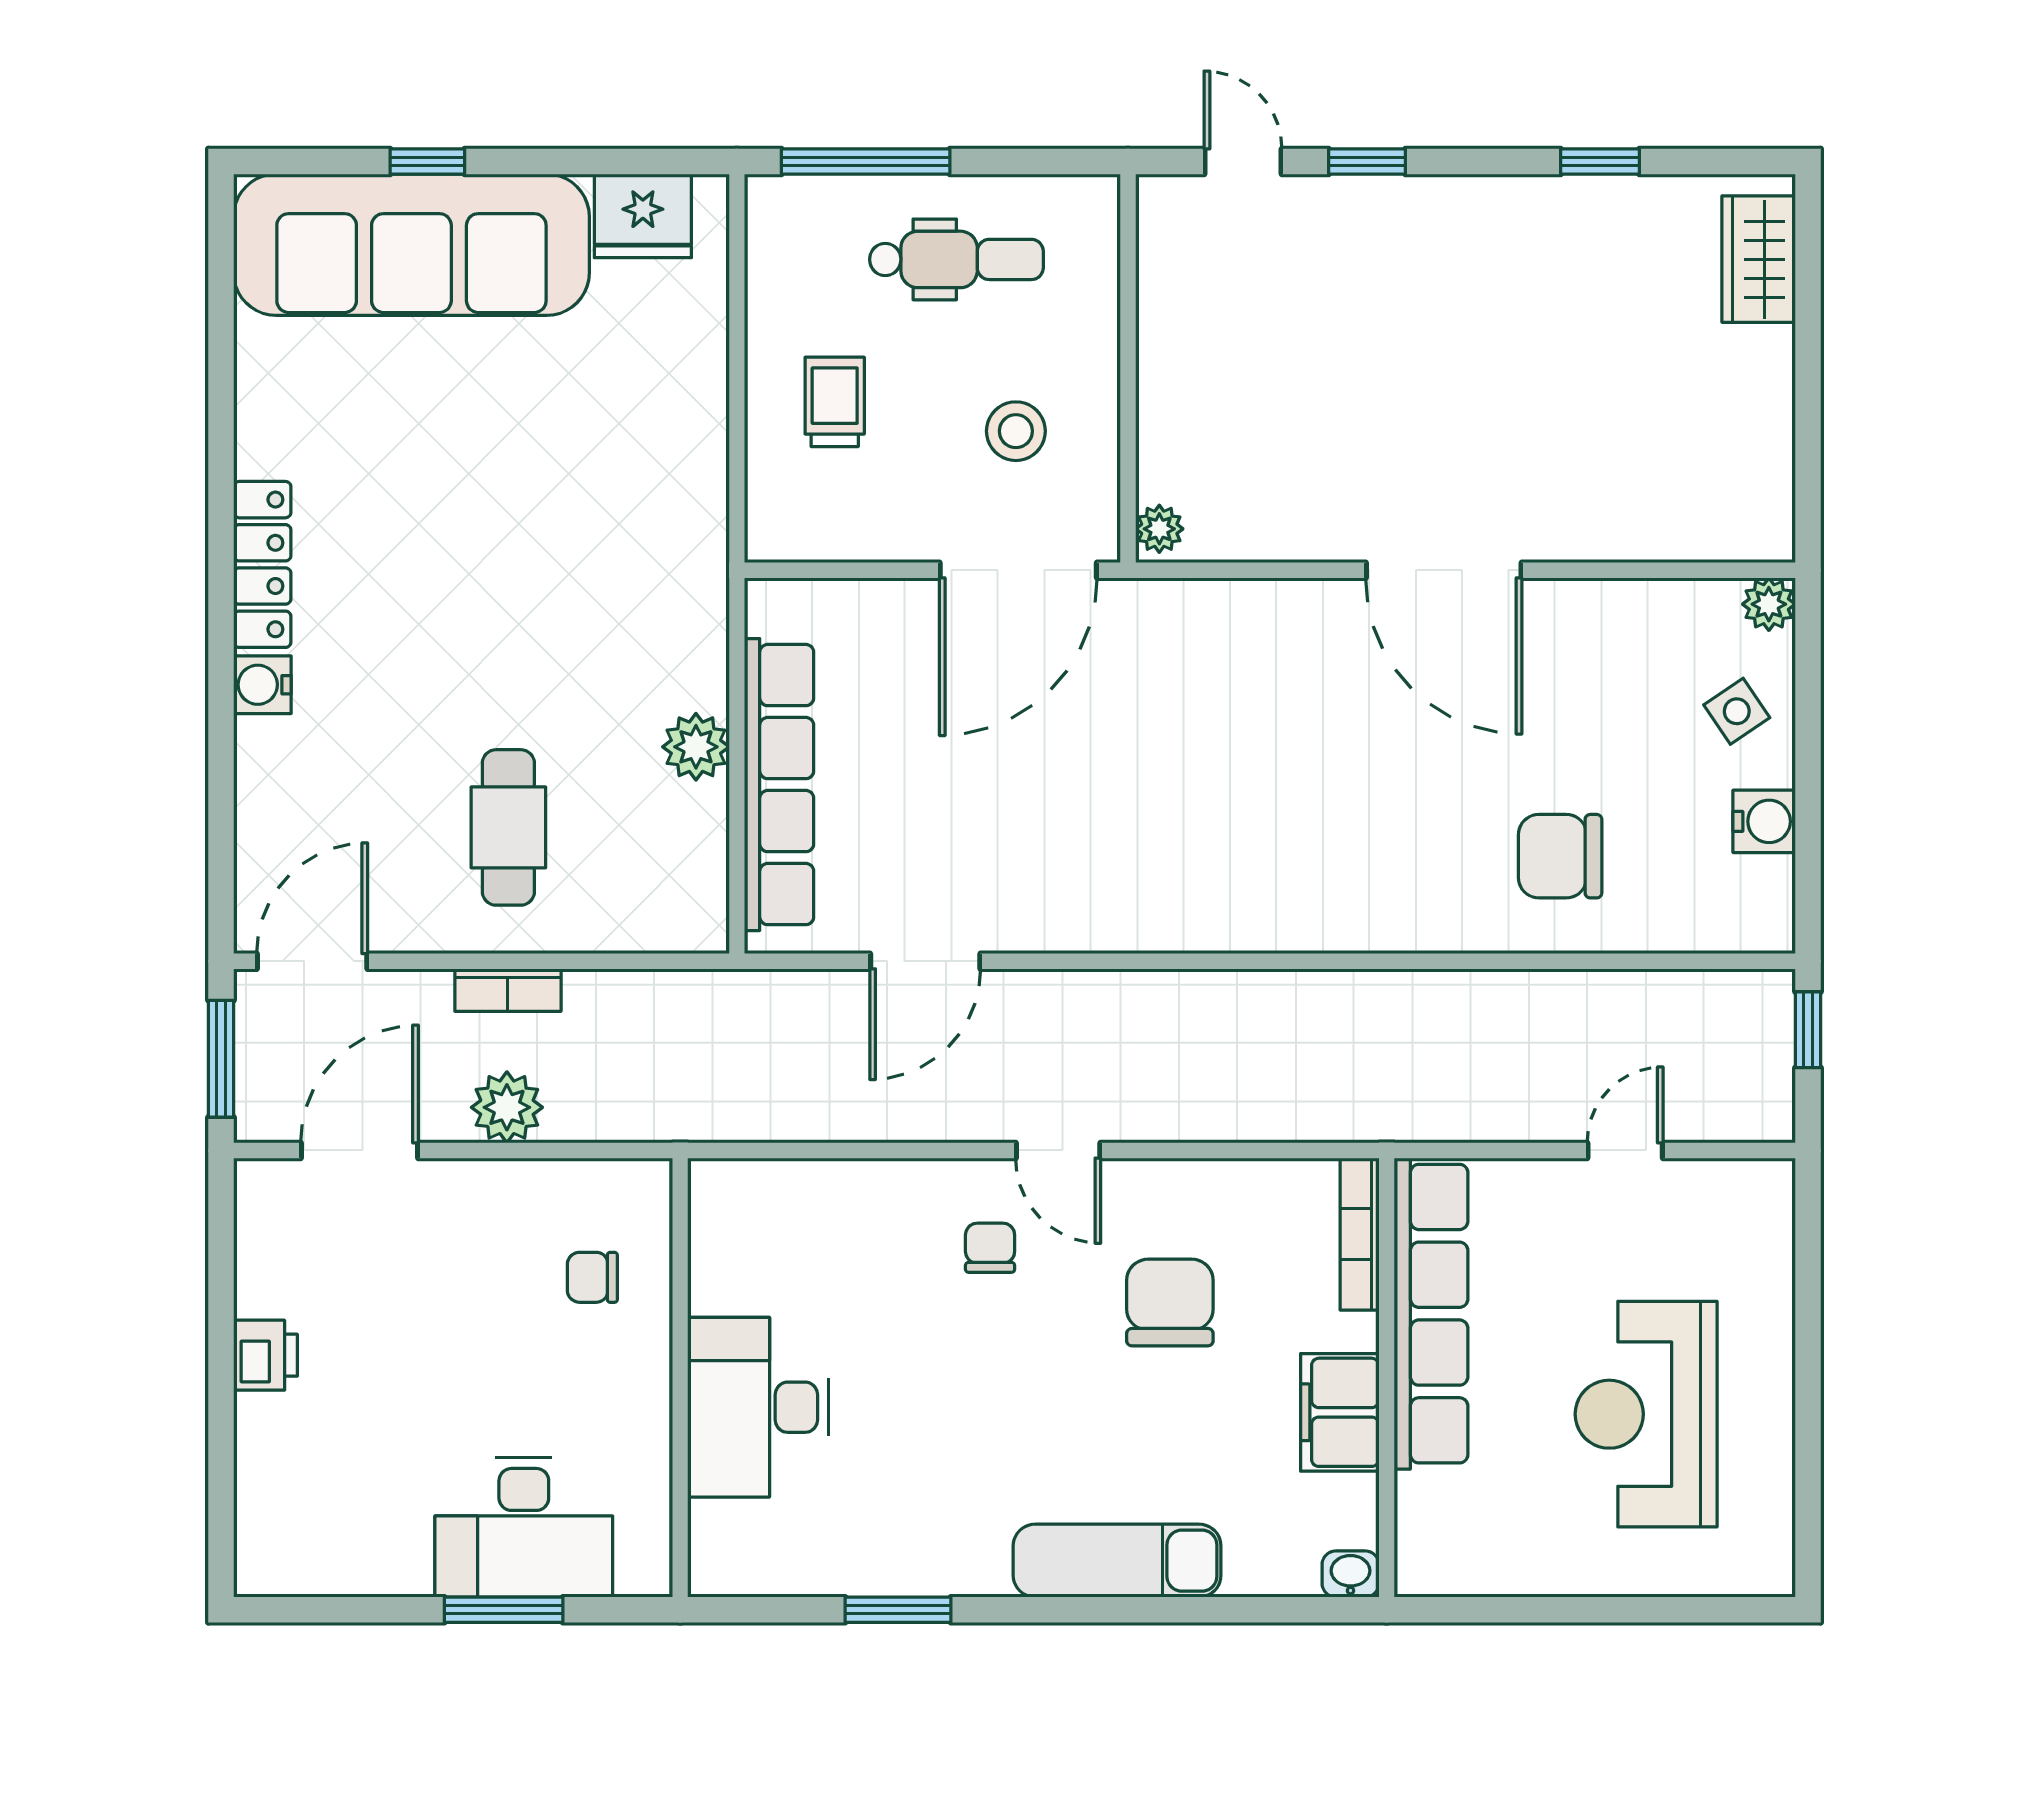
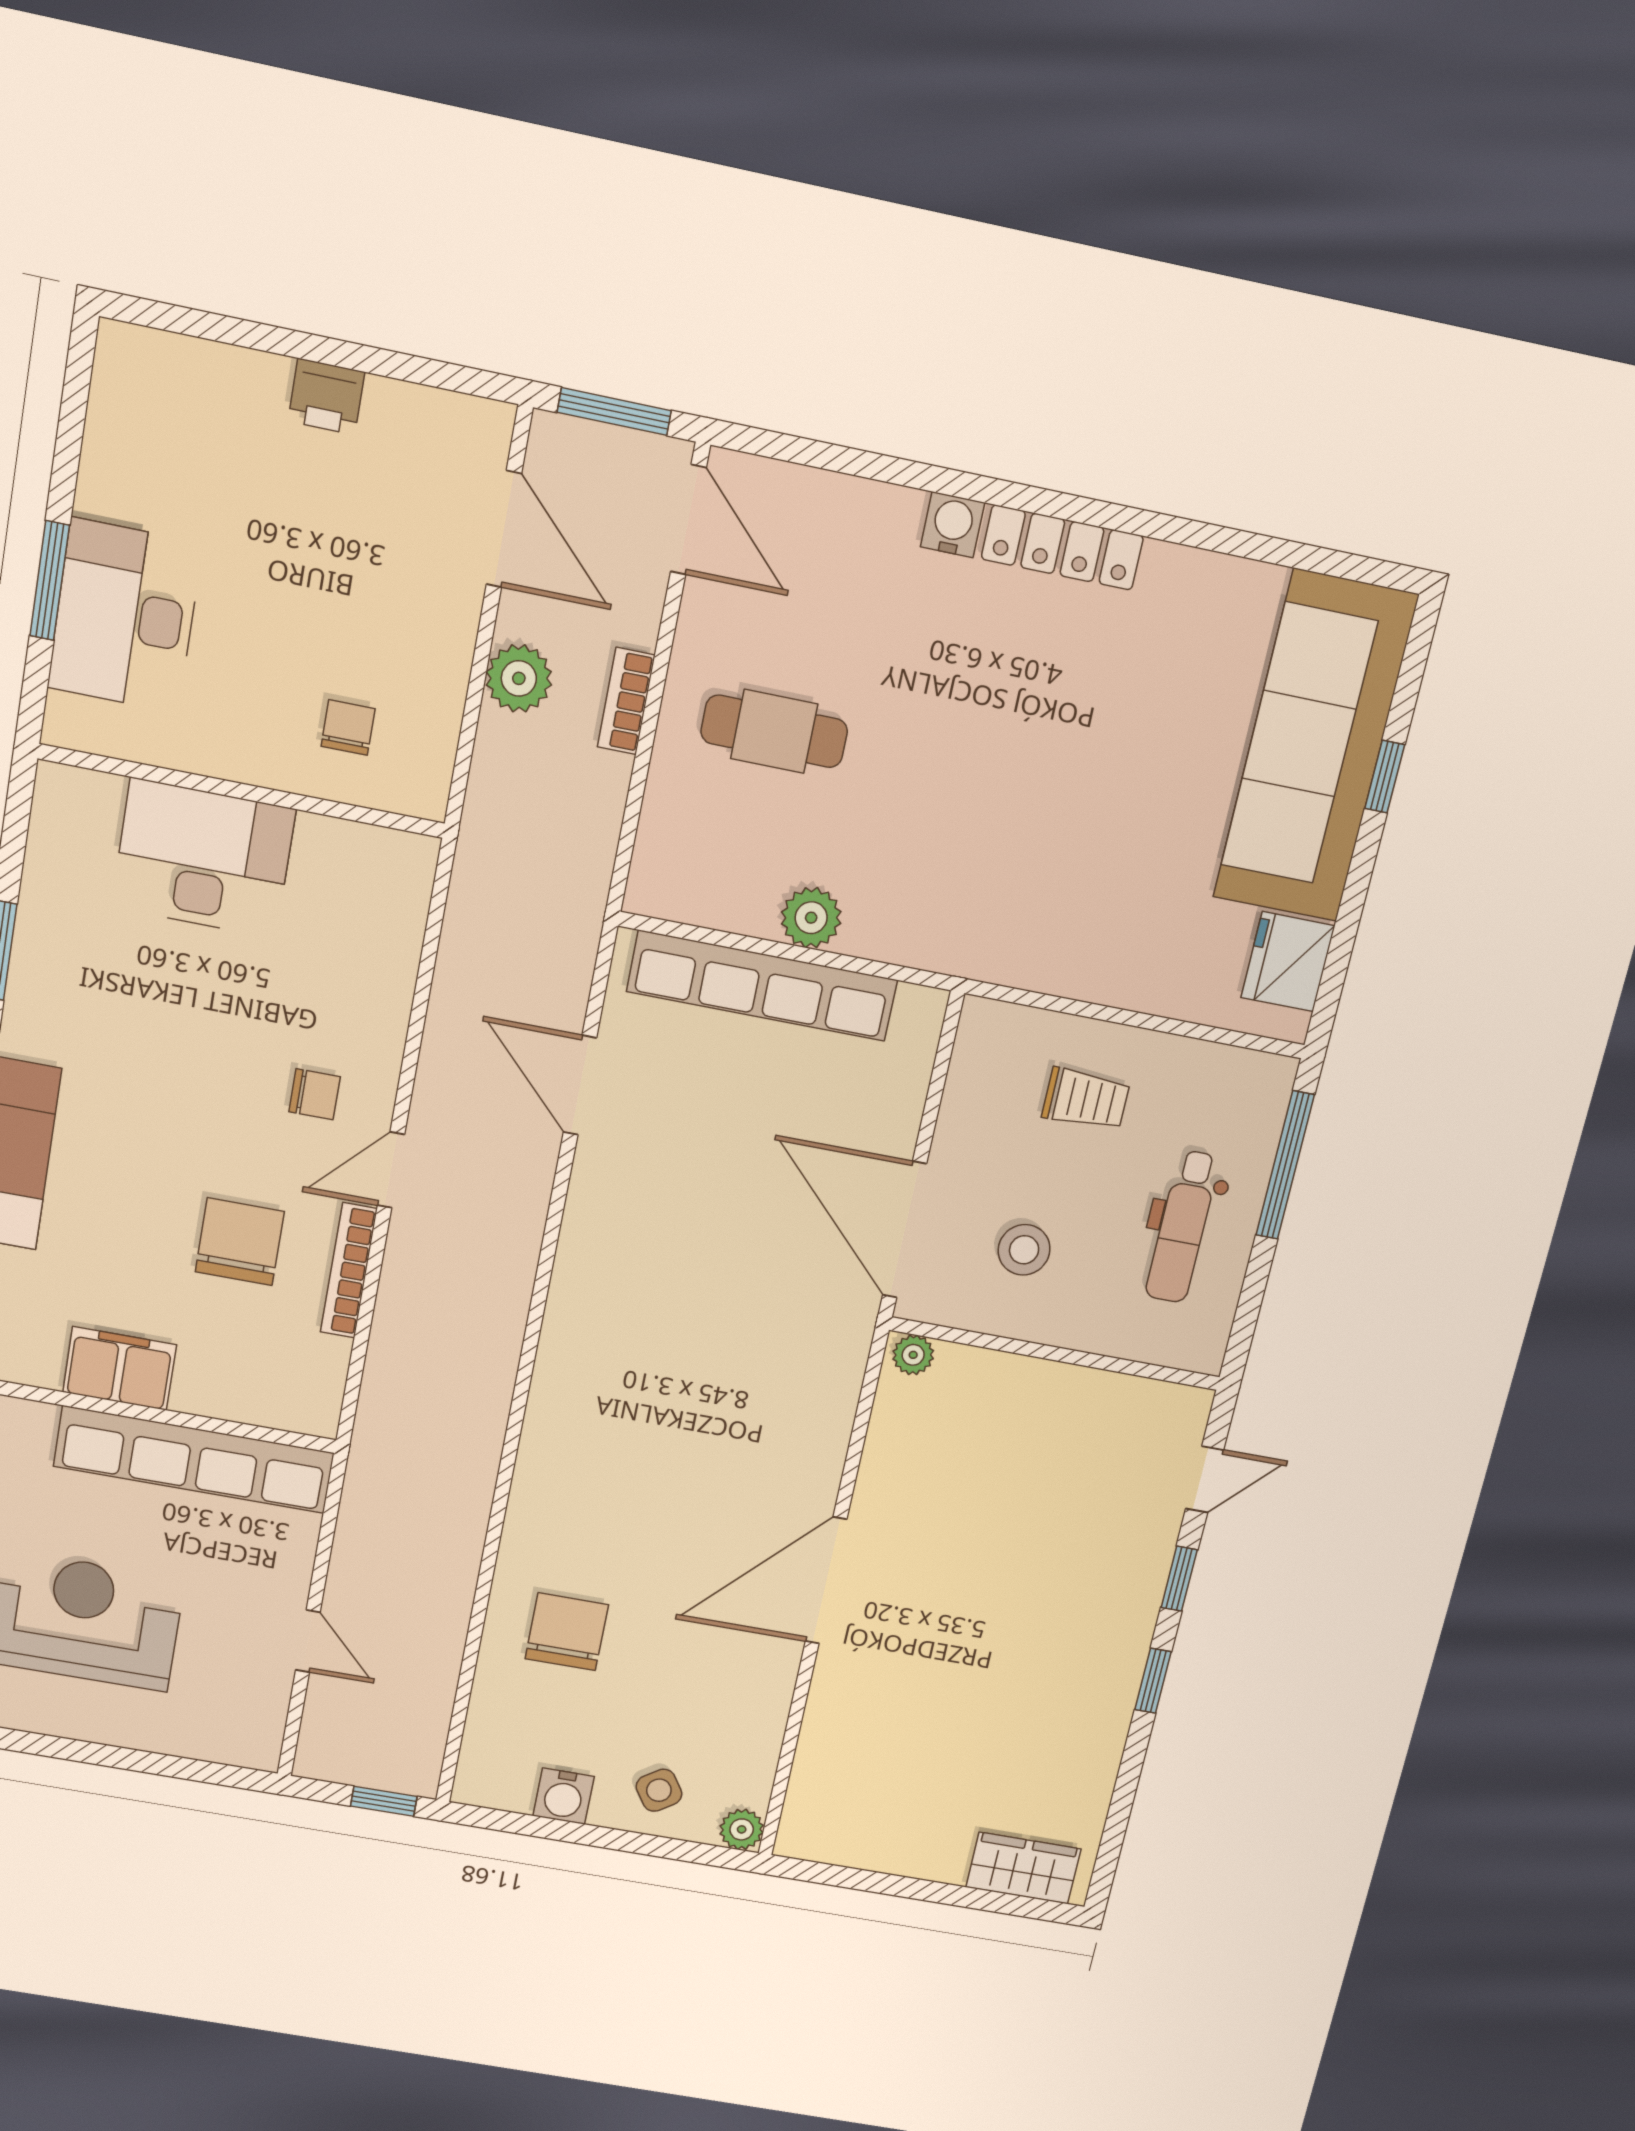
window: (1600, 161) -> (1153, 1681), moved
bookcase: (1360, 1234) -> (349, 1270), moved, turned -90
chair: (1170, 1303) -> (240, 1242), turned -90

